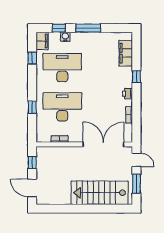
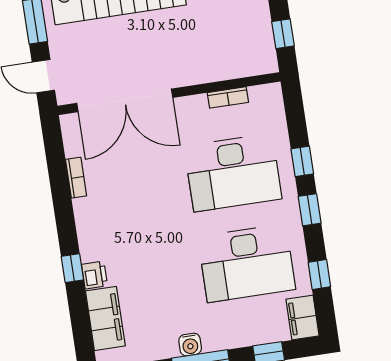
water cooler: (65, 37) -> (190, 345), moved
window: (32, 86) -> (310, 210), added
printer: (128, 94) -> (94, 275), moved

